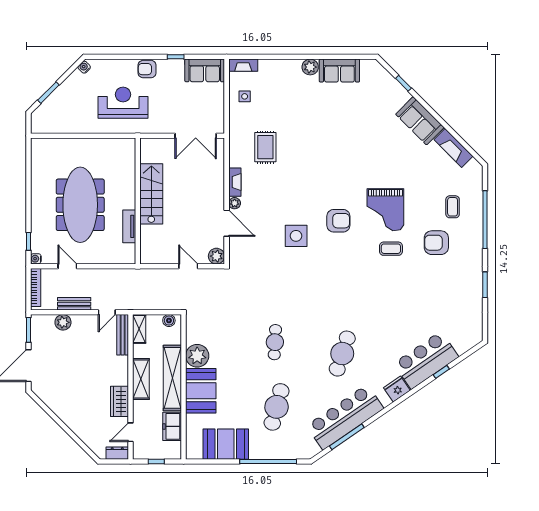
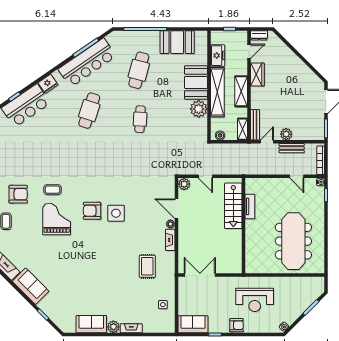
fireplace: (243, 65) -> (131, 328), moved
stairs: (151, 194) -> (233, 206), moved
meeting table: (80, 205) -> (293, 241), moved
side table: (296, 236) -> (116, 213), moved
plant: (63, 322) -> (286, 134), moved

